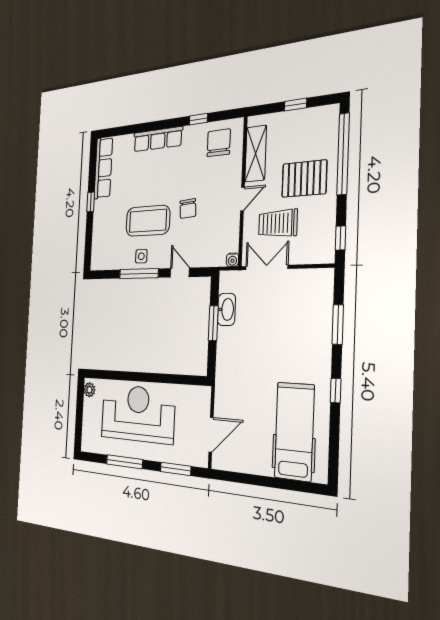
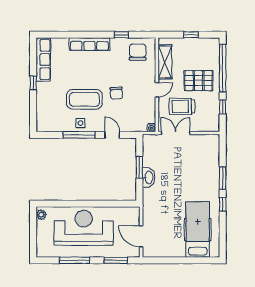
window: (340, 238) -> (223, 107), moved
washbasin: (226, 309) -> (149, 177), moved
window: (338, 324) -> (223, 178), moved
door: (211, 435) -> (141, 236), swing flipped

